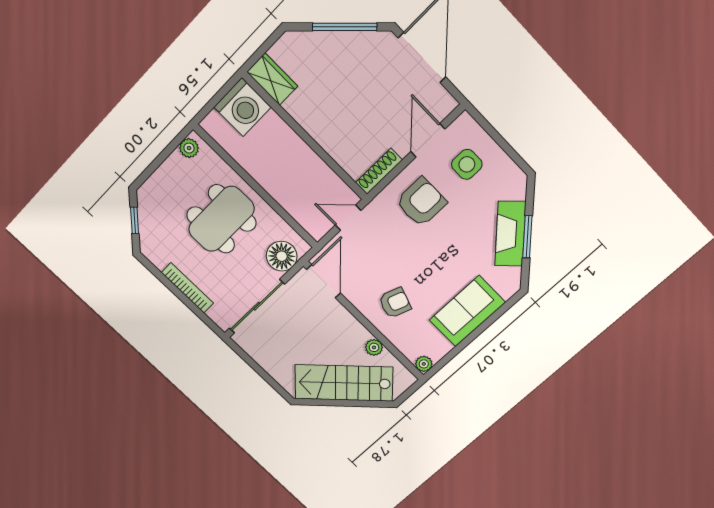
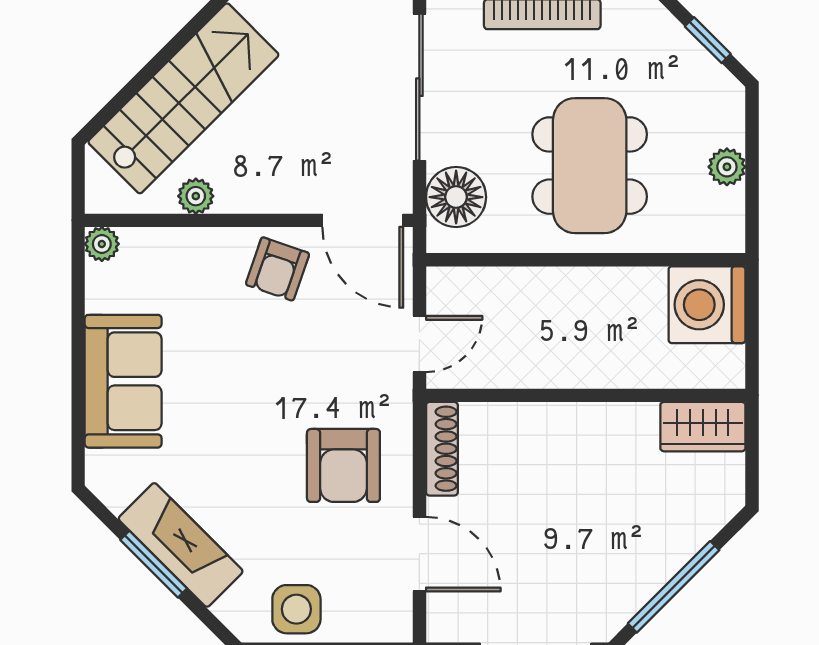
washing machine: (242, 107) -> (707, 305), moved
plant: (189, 148) -> (727, 167), moved
side table: (467, 164) -> (296, 609), moved
armchair: (395, 303) -> (278, 269), moved

